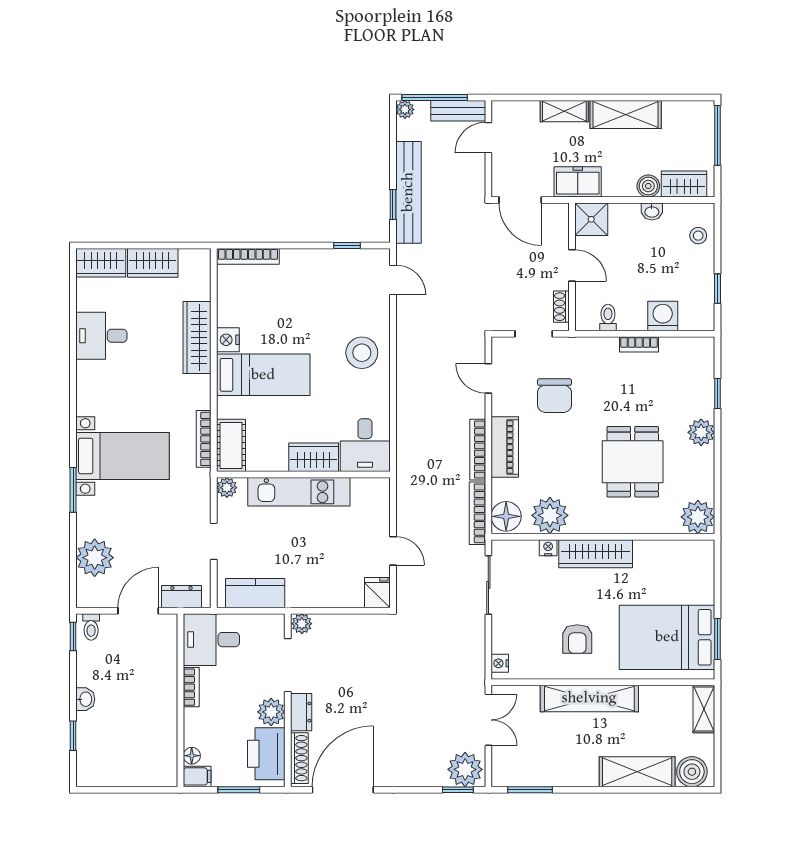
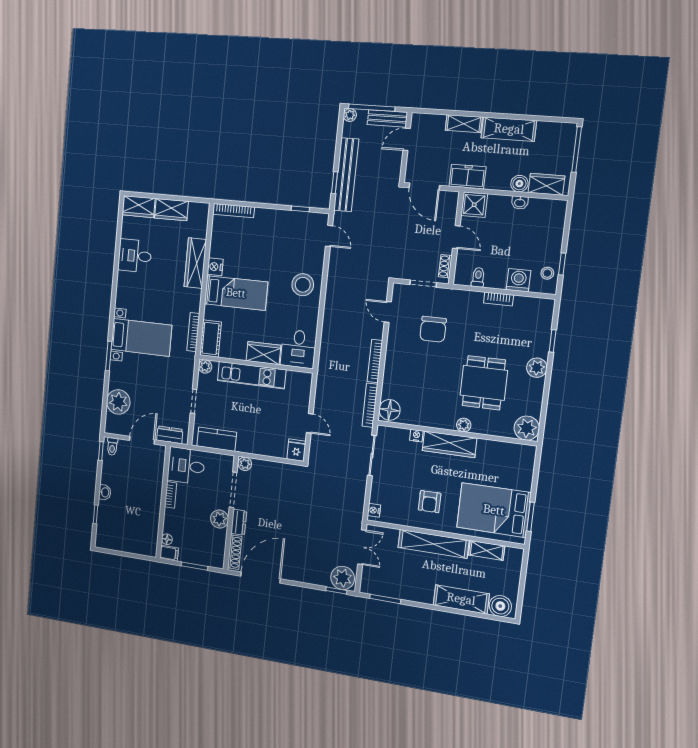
stool: (698, 236) -> (547, 273), moved
piano: (505, 447) -> (394, 361), removed
plant: (550, 515) -> (464, 425), moved, width x0.53, depth x0.53
shelving: (704, 709) -> (487, 550), moved, turned 90
printer: (266, 754) -> (214, 546), removed

